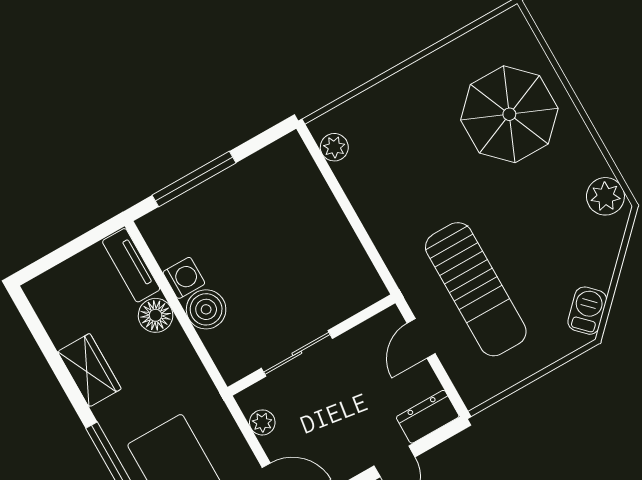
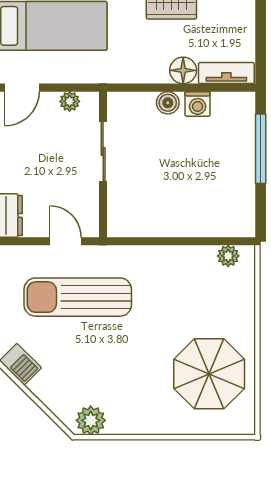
parasol: (509, 114) -> (209, 374), moved
boiler: (206, 309) -> (168, 103), width x0.73, depth x0.73

